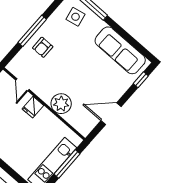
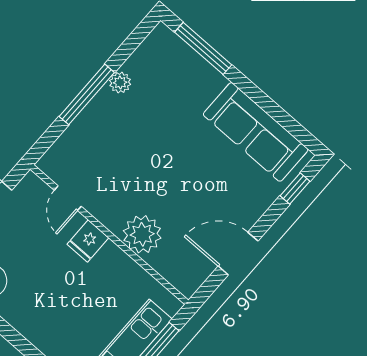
side table: (76, 17) -> (170, 68), removed
plant: (50, 25) -> (120, 83), added
armchair: (43, 47) -> (107, 126), removed

